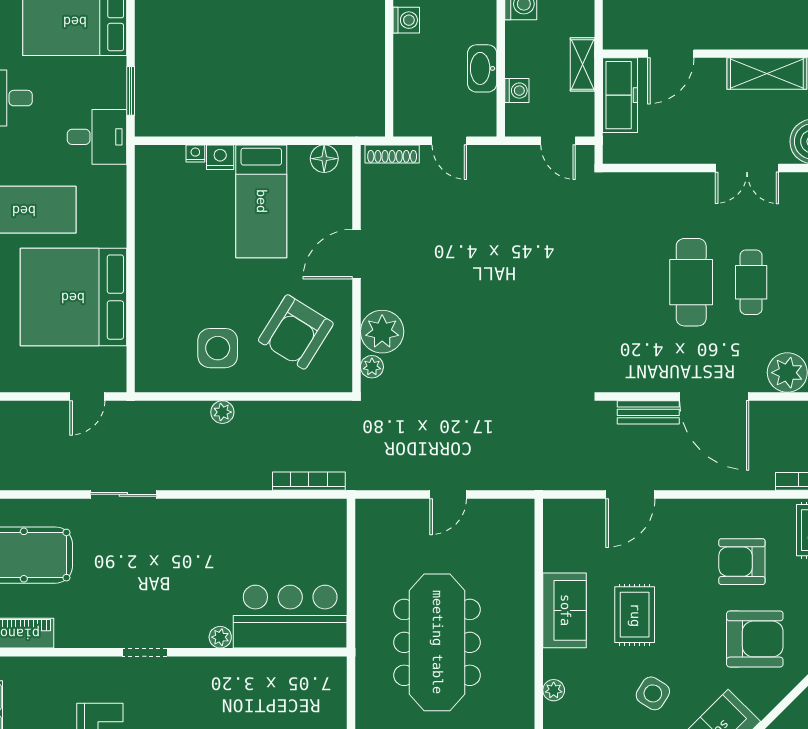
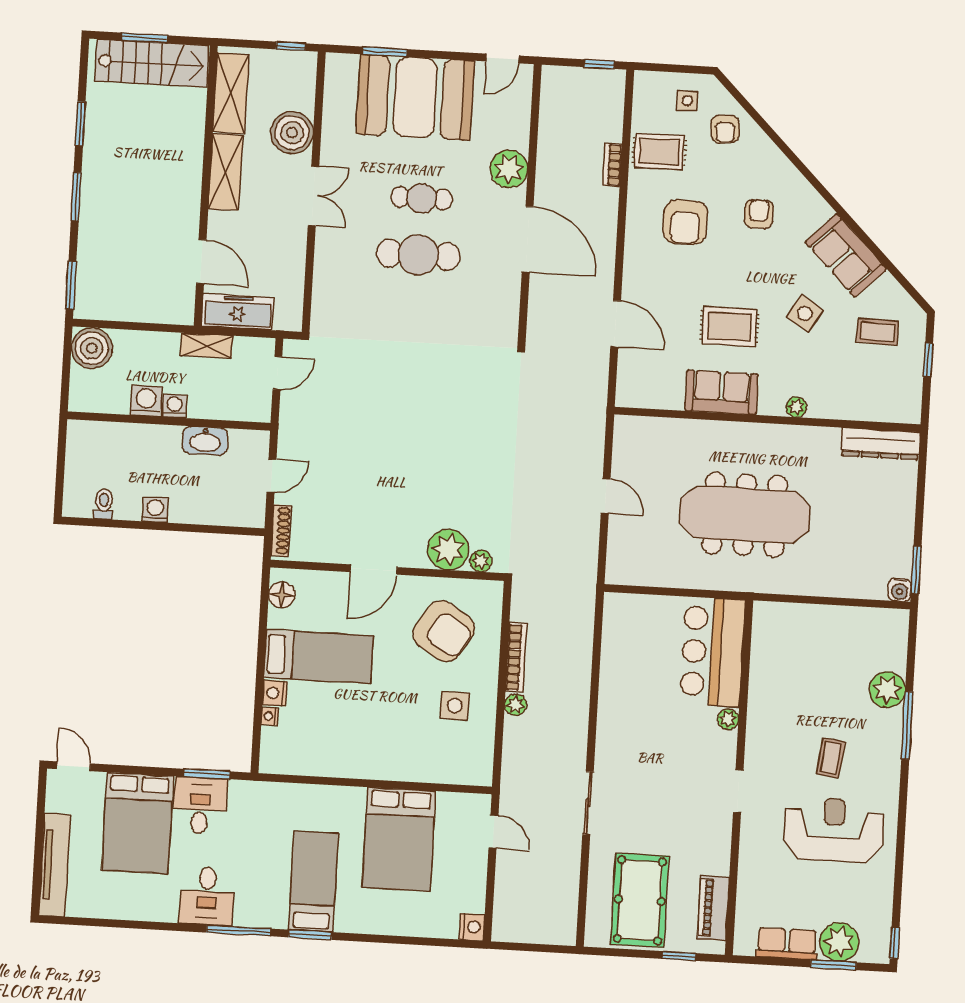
washing machine: (517, 91) -> (174, 406), moved
desk: (97, 137) -> (200, 805), moved
door: (356, 254) -> (374, 570), hinge flipped
bed: (73, 297) -> (399, 839), width x0.73
side table: (218, 348) -> (455, 706), width x0.73, depth x0.73
door: (714, 396) -> (528, 239), hinge flipped
bench: (648, 412) -> (539, 302), removed
bookcase: (309, 481) -> (516, 658), moved, turned 180
armchair: (755, 639) -> (759, 214), width x0.53, depth x0.53

